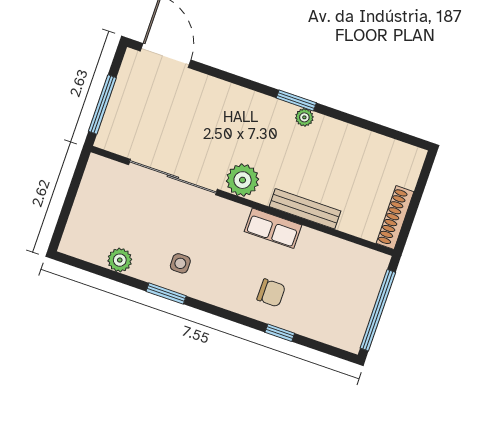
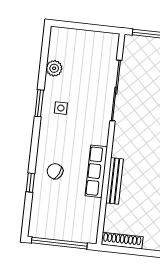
plant: (243, 180) -> (124, 136), removed
row of seats: (273, 228) -> (96, 171), width x1.48
chair: (271, 293) -> (55, 171), turned 117

